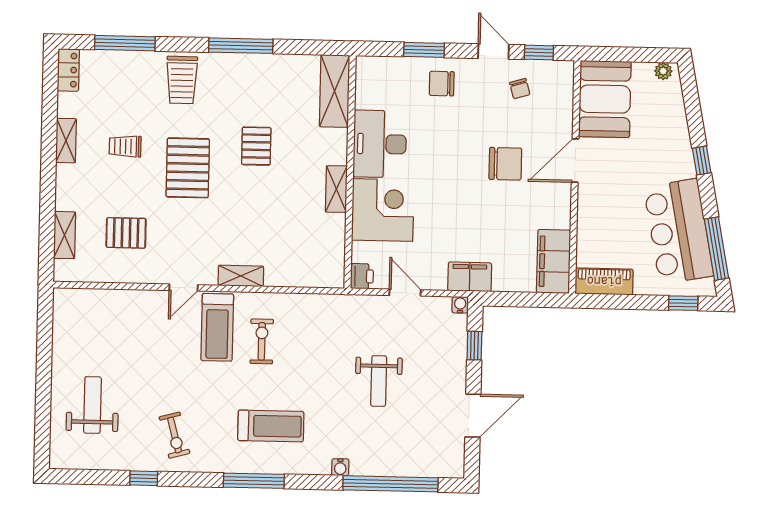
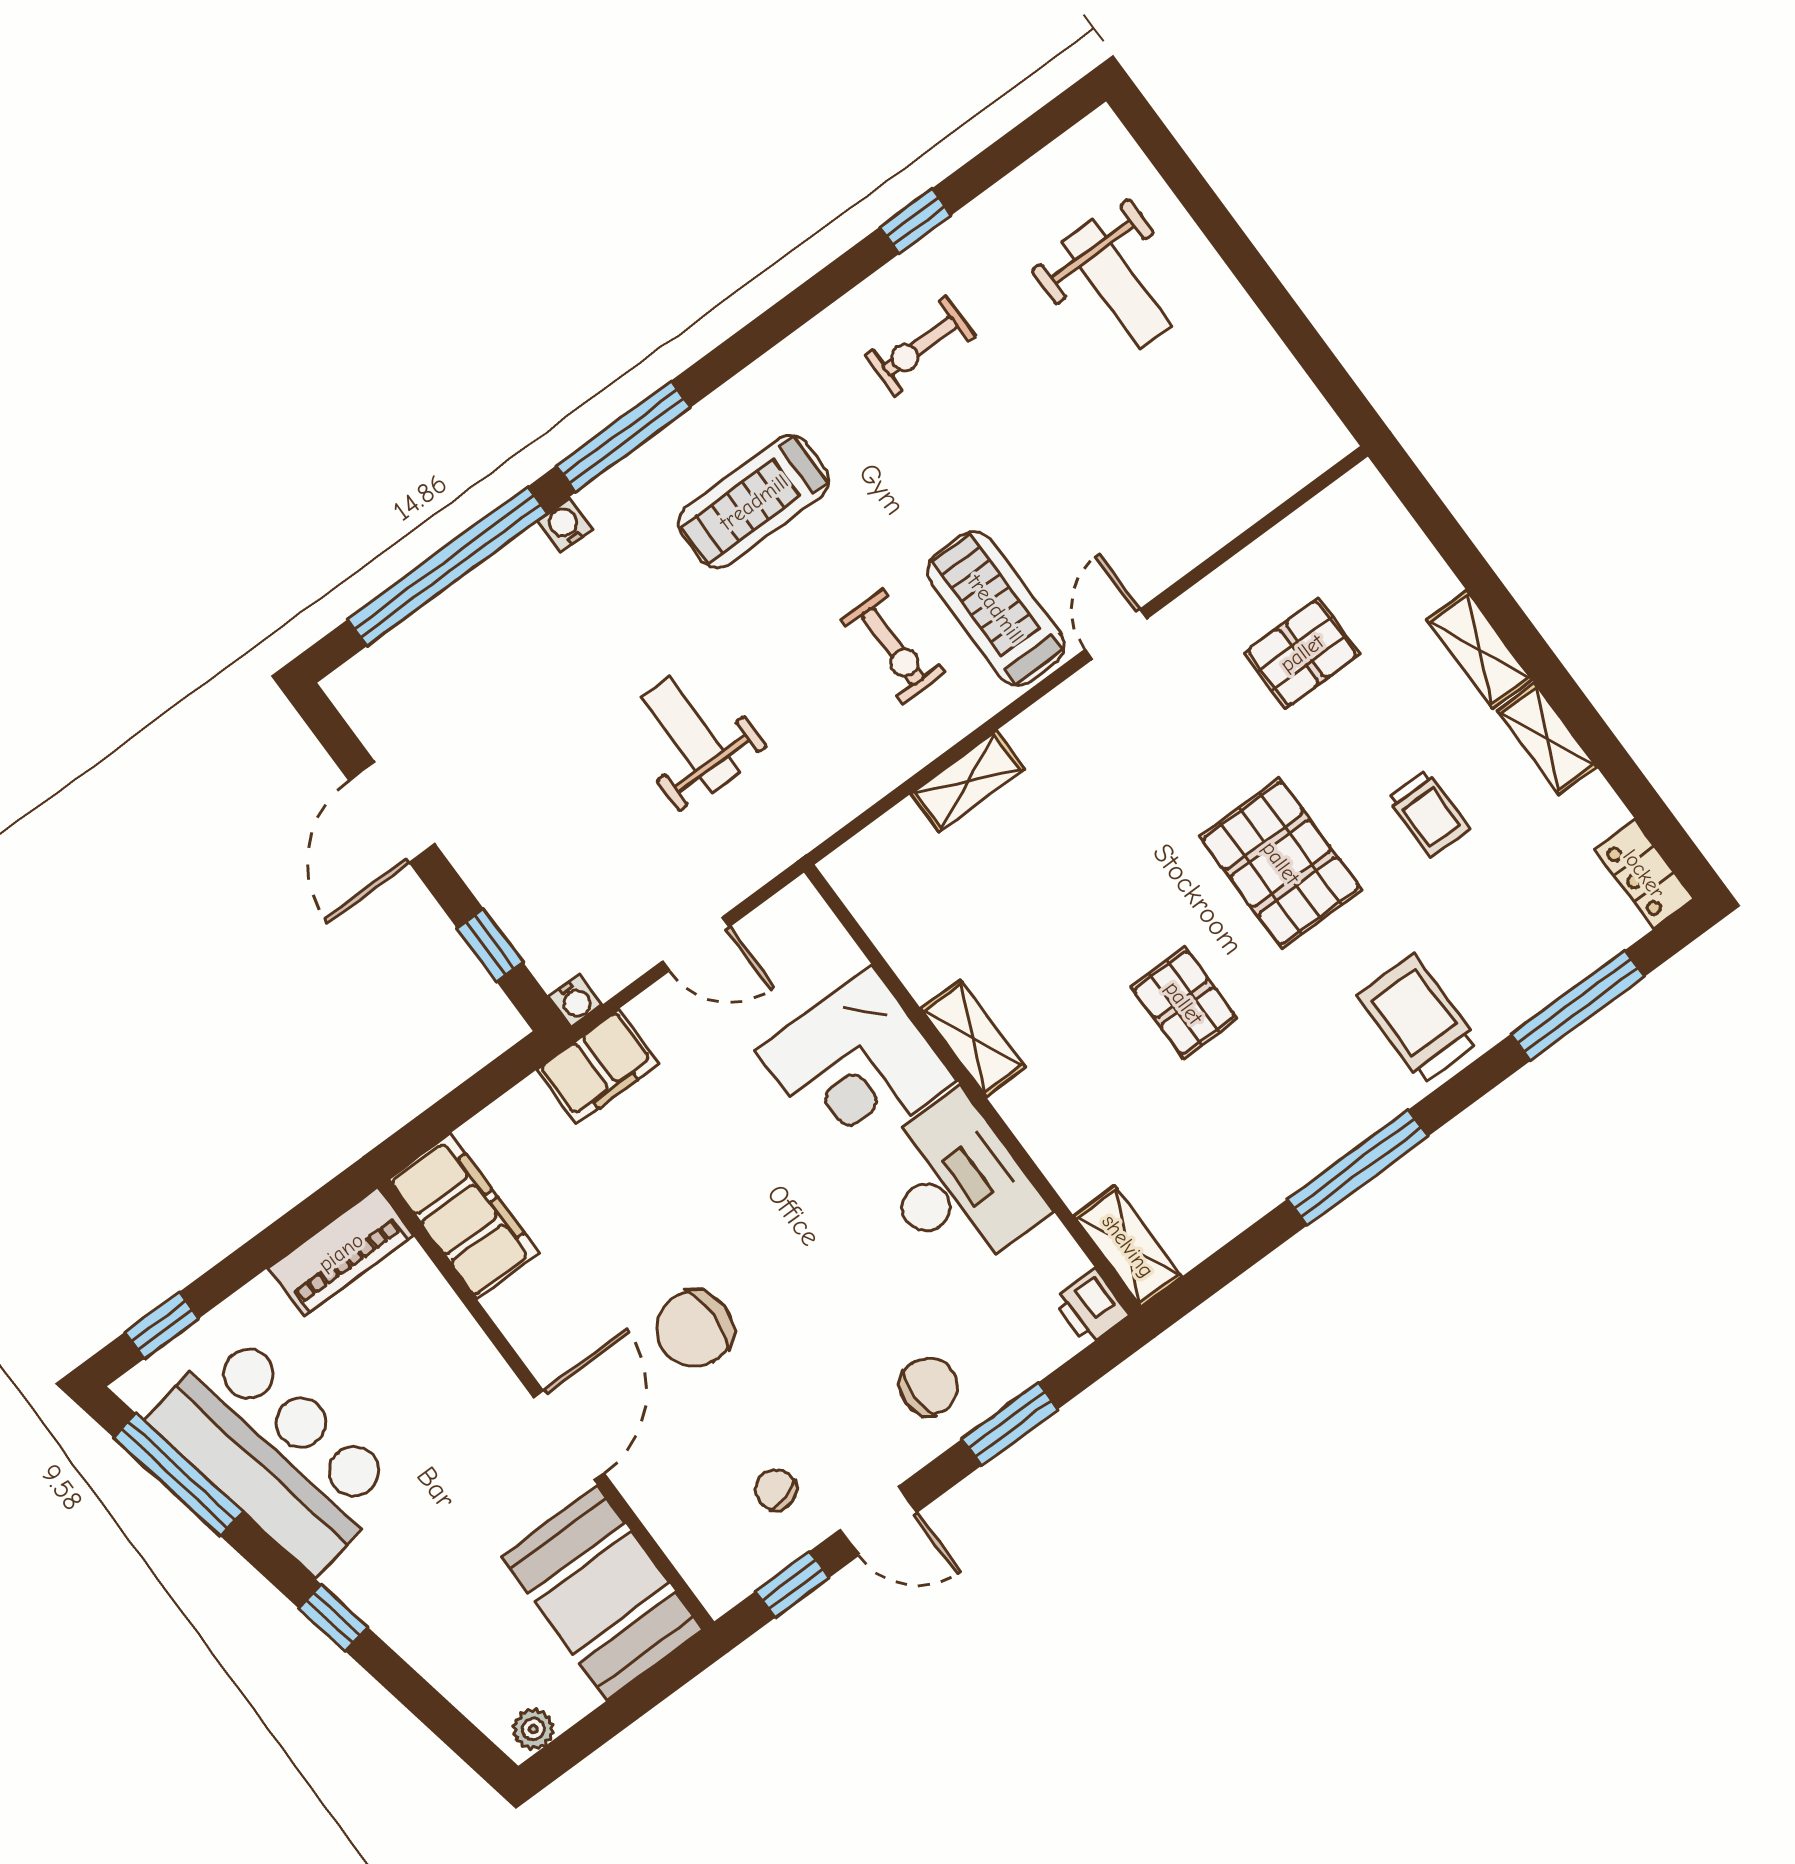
shelving: (335, 91) -> (1128, 1246), width x0.67, depth x0.75
trolley: (125, 146) -> (1428, 813), turned 90
shelving: (64, 235) -> (1479, 650), moved
shelving: (241, 276) -> (968, 781), moved
printer: (362, 276) -> (1091, 1307), moved
weight bench: (379, 381) -> (690, 735), moved
exercise bike: (175, 435) -> (920, 346), turned -75
window: (254, 481) -> (623, 436), moved

